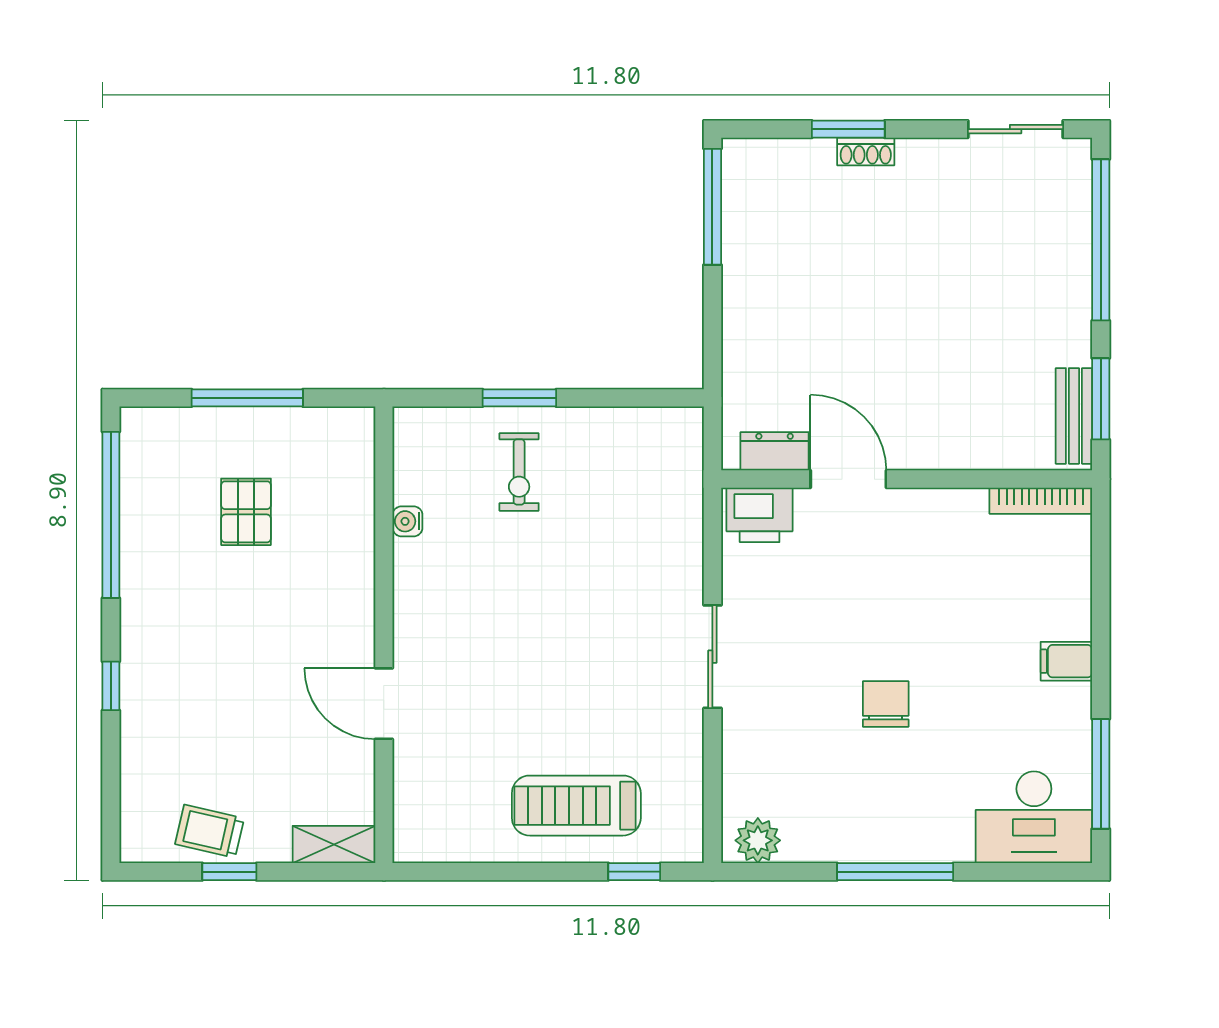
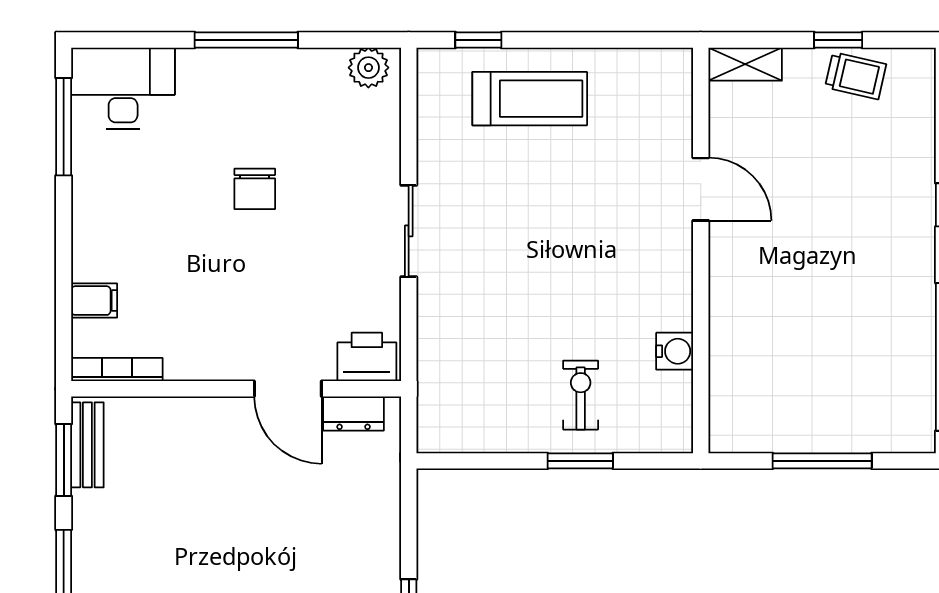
pallet: (246, 512) -> (823, 360), removed
water cooler: (407, 521) -> (675, 351), width x1.38, depth x1.38
filing cabinet: (1066, 661) -> (94, 301), moved

